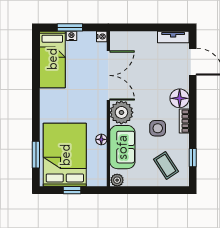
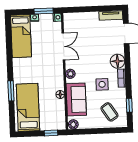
window: (70, 27) -> (44, 11), moved
double door: (108, 75) -> (63, 46), width x0.73
plant: (121, 112) -> (70, 74), width x0.53, depth x0.53
window: (36, 155) -> (11, 91), moved
bed: (65, 155) -> (28, 107), width x0.67
window: (72, 190) -> (51, 133), moved

